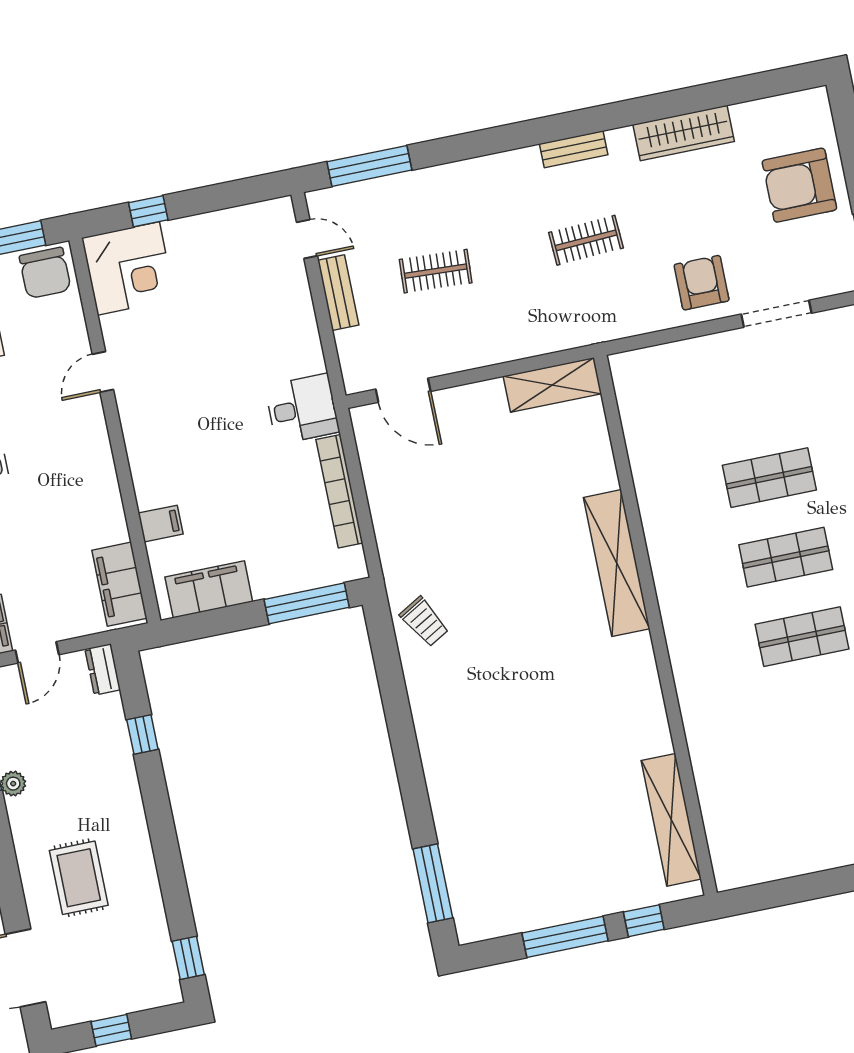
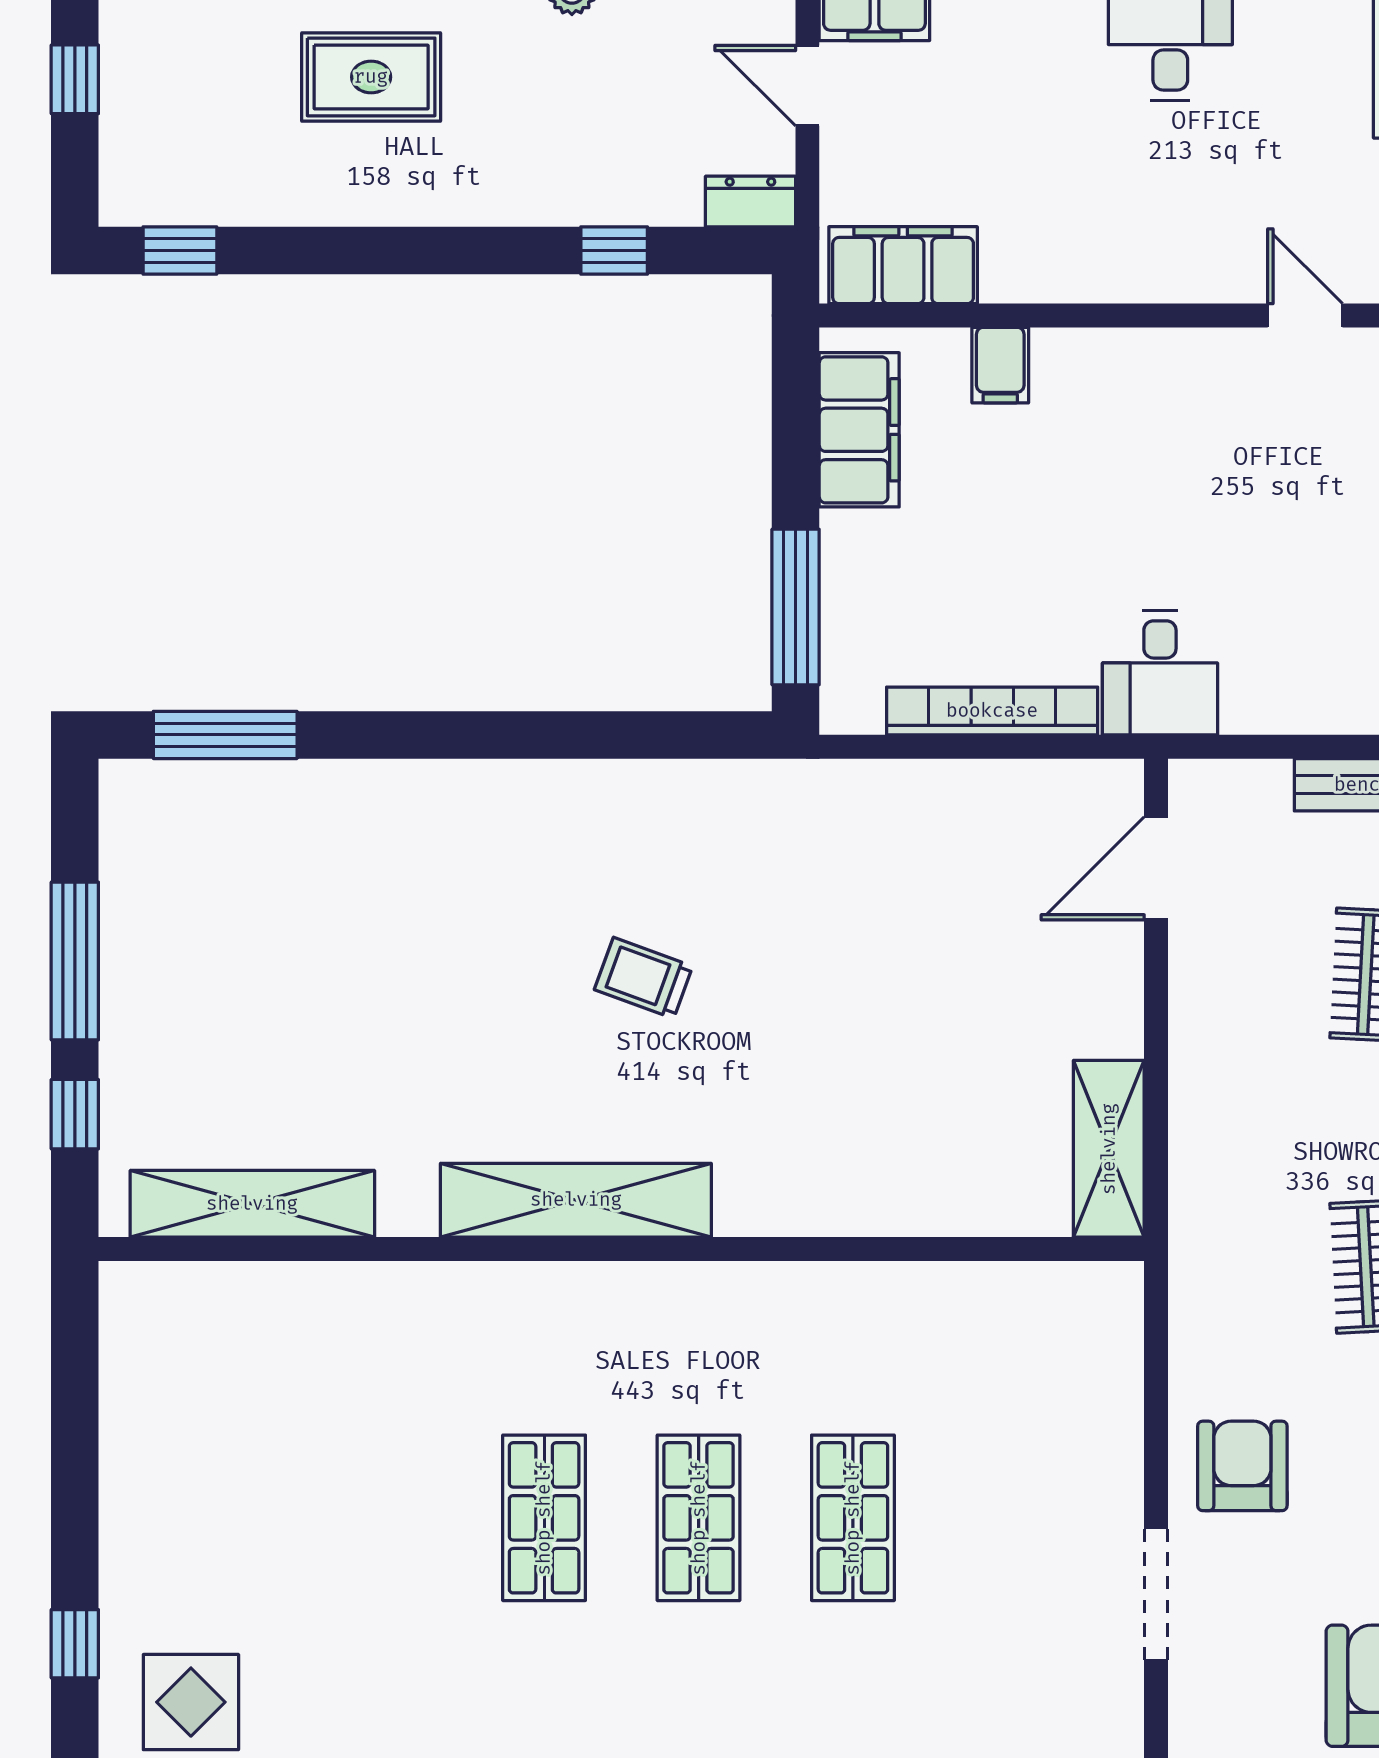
armchair: (702, 283) -> (1242, 1466), turned -90
shelving: (617, 563) -> (576, 1200), moved
trolley: (424, 622) -> (644, 978), moved, turned 50

